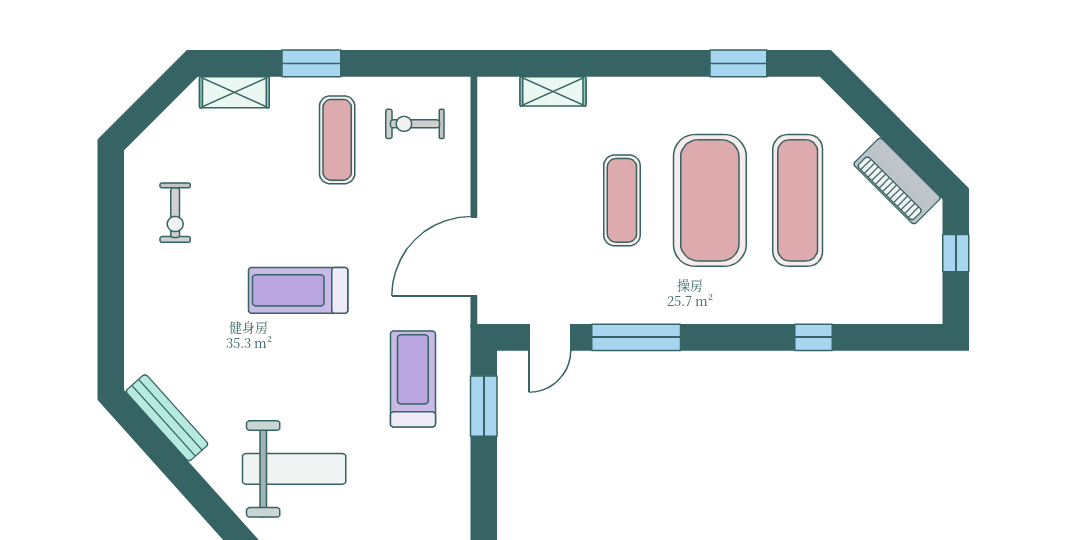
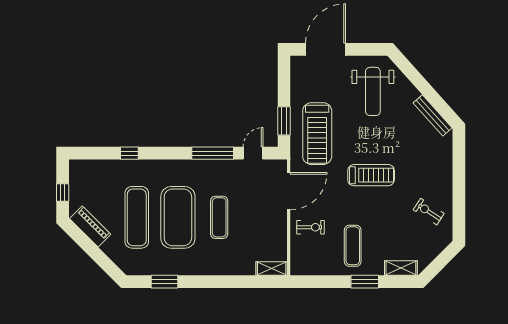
shelving: (553, 91) -> (272, 268), moved
exercise bike: (415, 124) -> (311, 227), moved
exercise bike: (175, 213) -> (429, 212), turned -57
treadmill: (413, 379) -> (317, 134), width x1.37, depth x1.38
weight bench: (294, 469) -> (373, 91), turned -90

